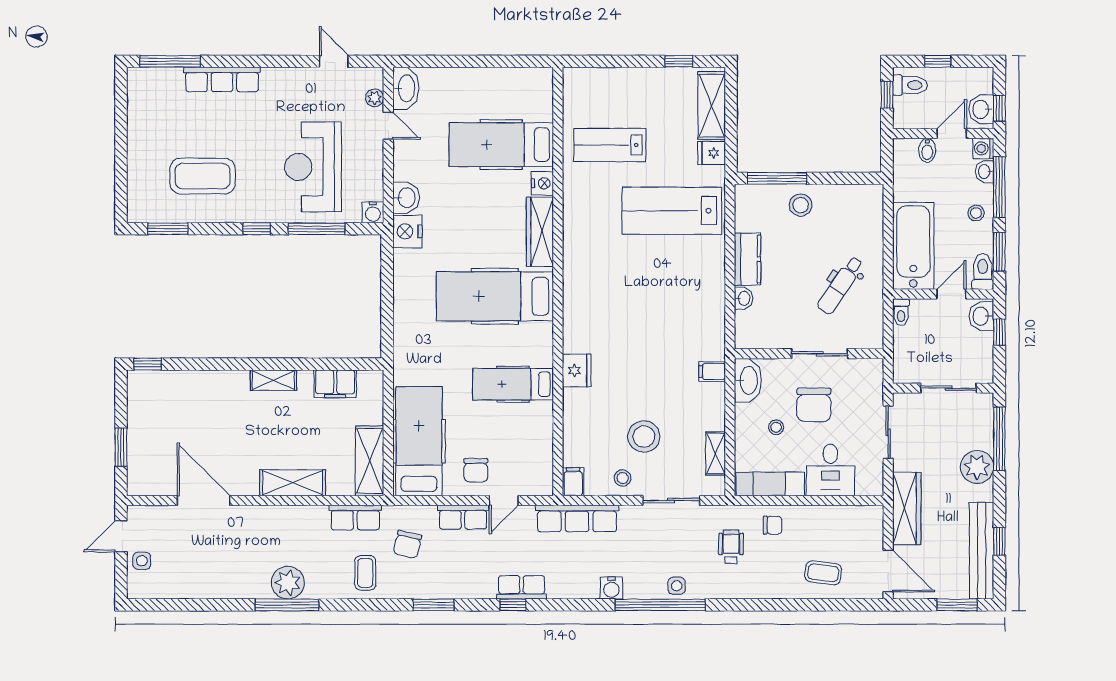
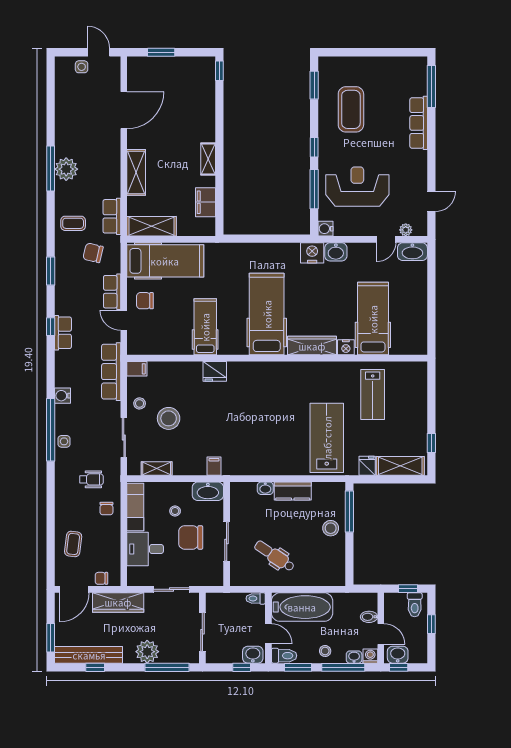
lab bench: (610, 145) -> (373, 394), turned 180
chair: (872, 532) -> (101, 578), added

